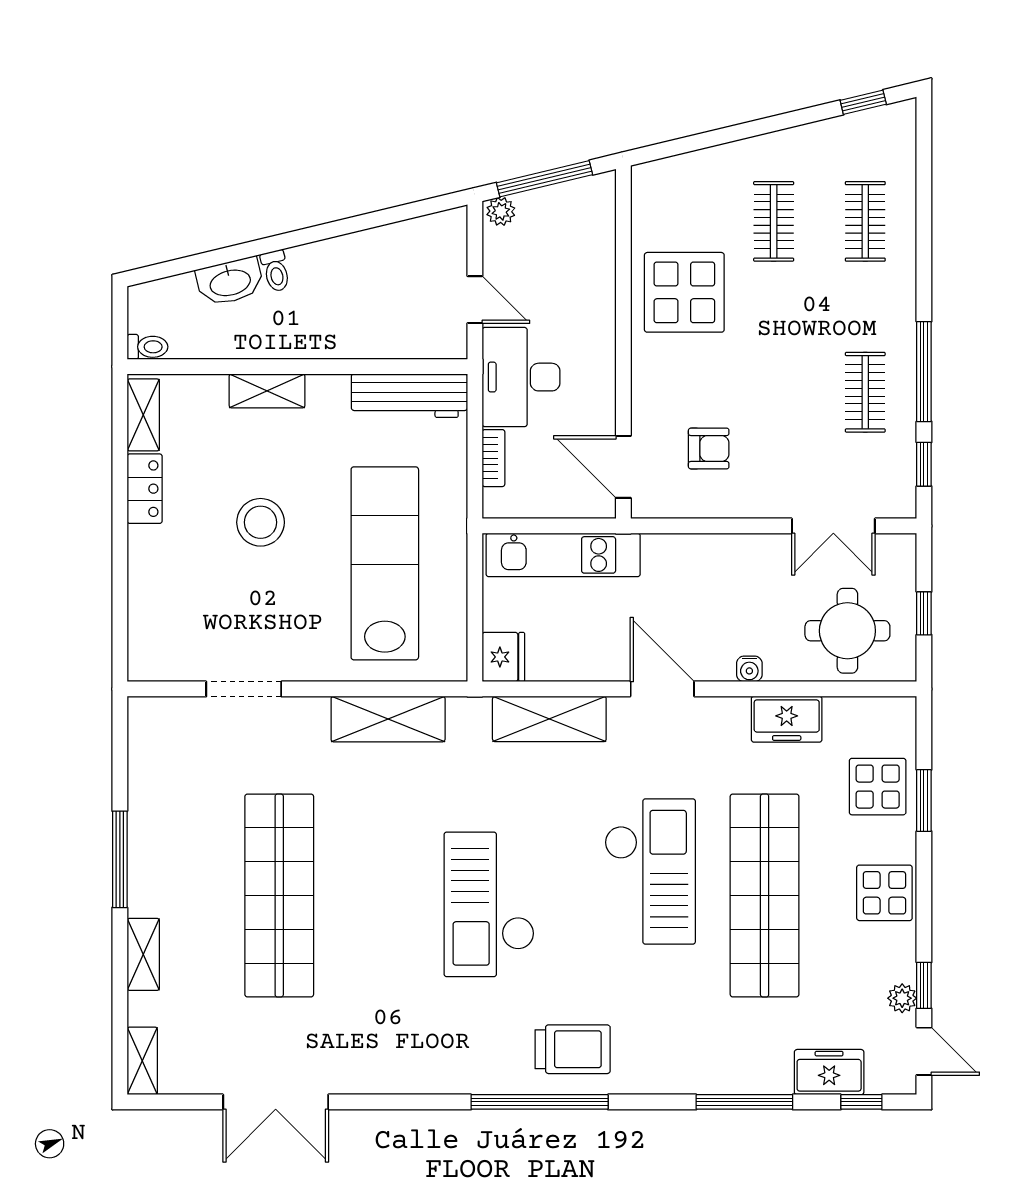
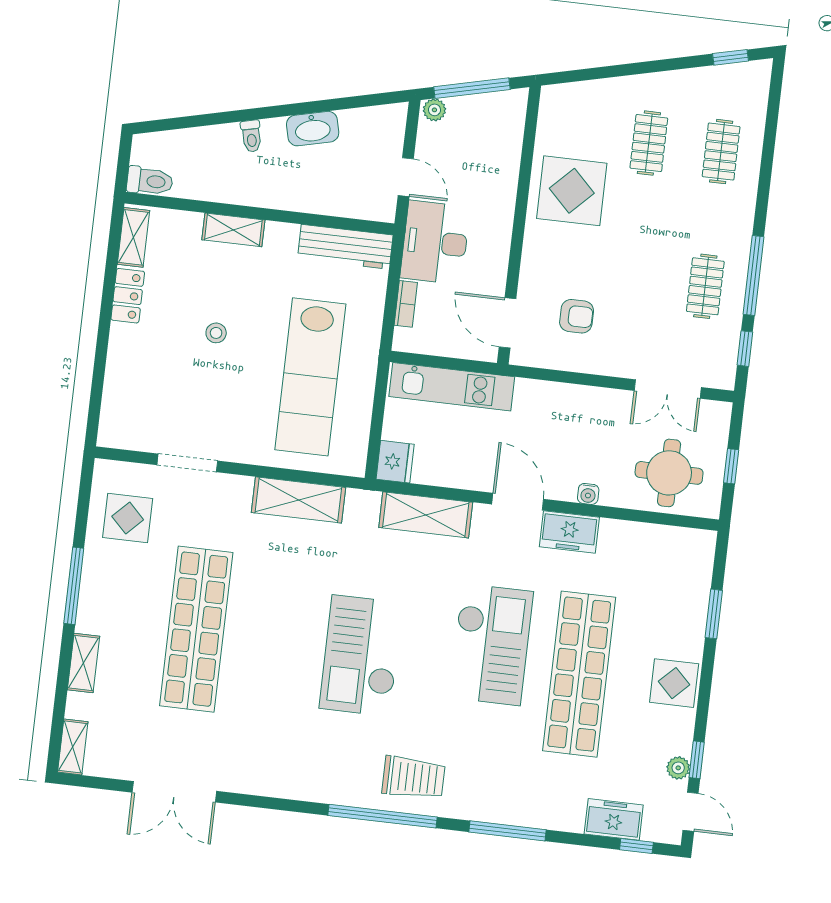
washbasin: (230, 282) -> (313, 129), moved
toilet: (147, 347) -> (150, 181), width x1.37, depth x1.39
stool: (261, 522) -> (216, 333), width x0.53, depth x0.53
lab bench: (385, 563) -> (310, 377), turned 180
freezer: (787, 719) -> (569, 532), moved
display table: (878, 787) -> (128, 518), moved
window: (744, 1102) -> (507, 831), moved

